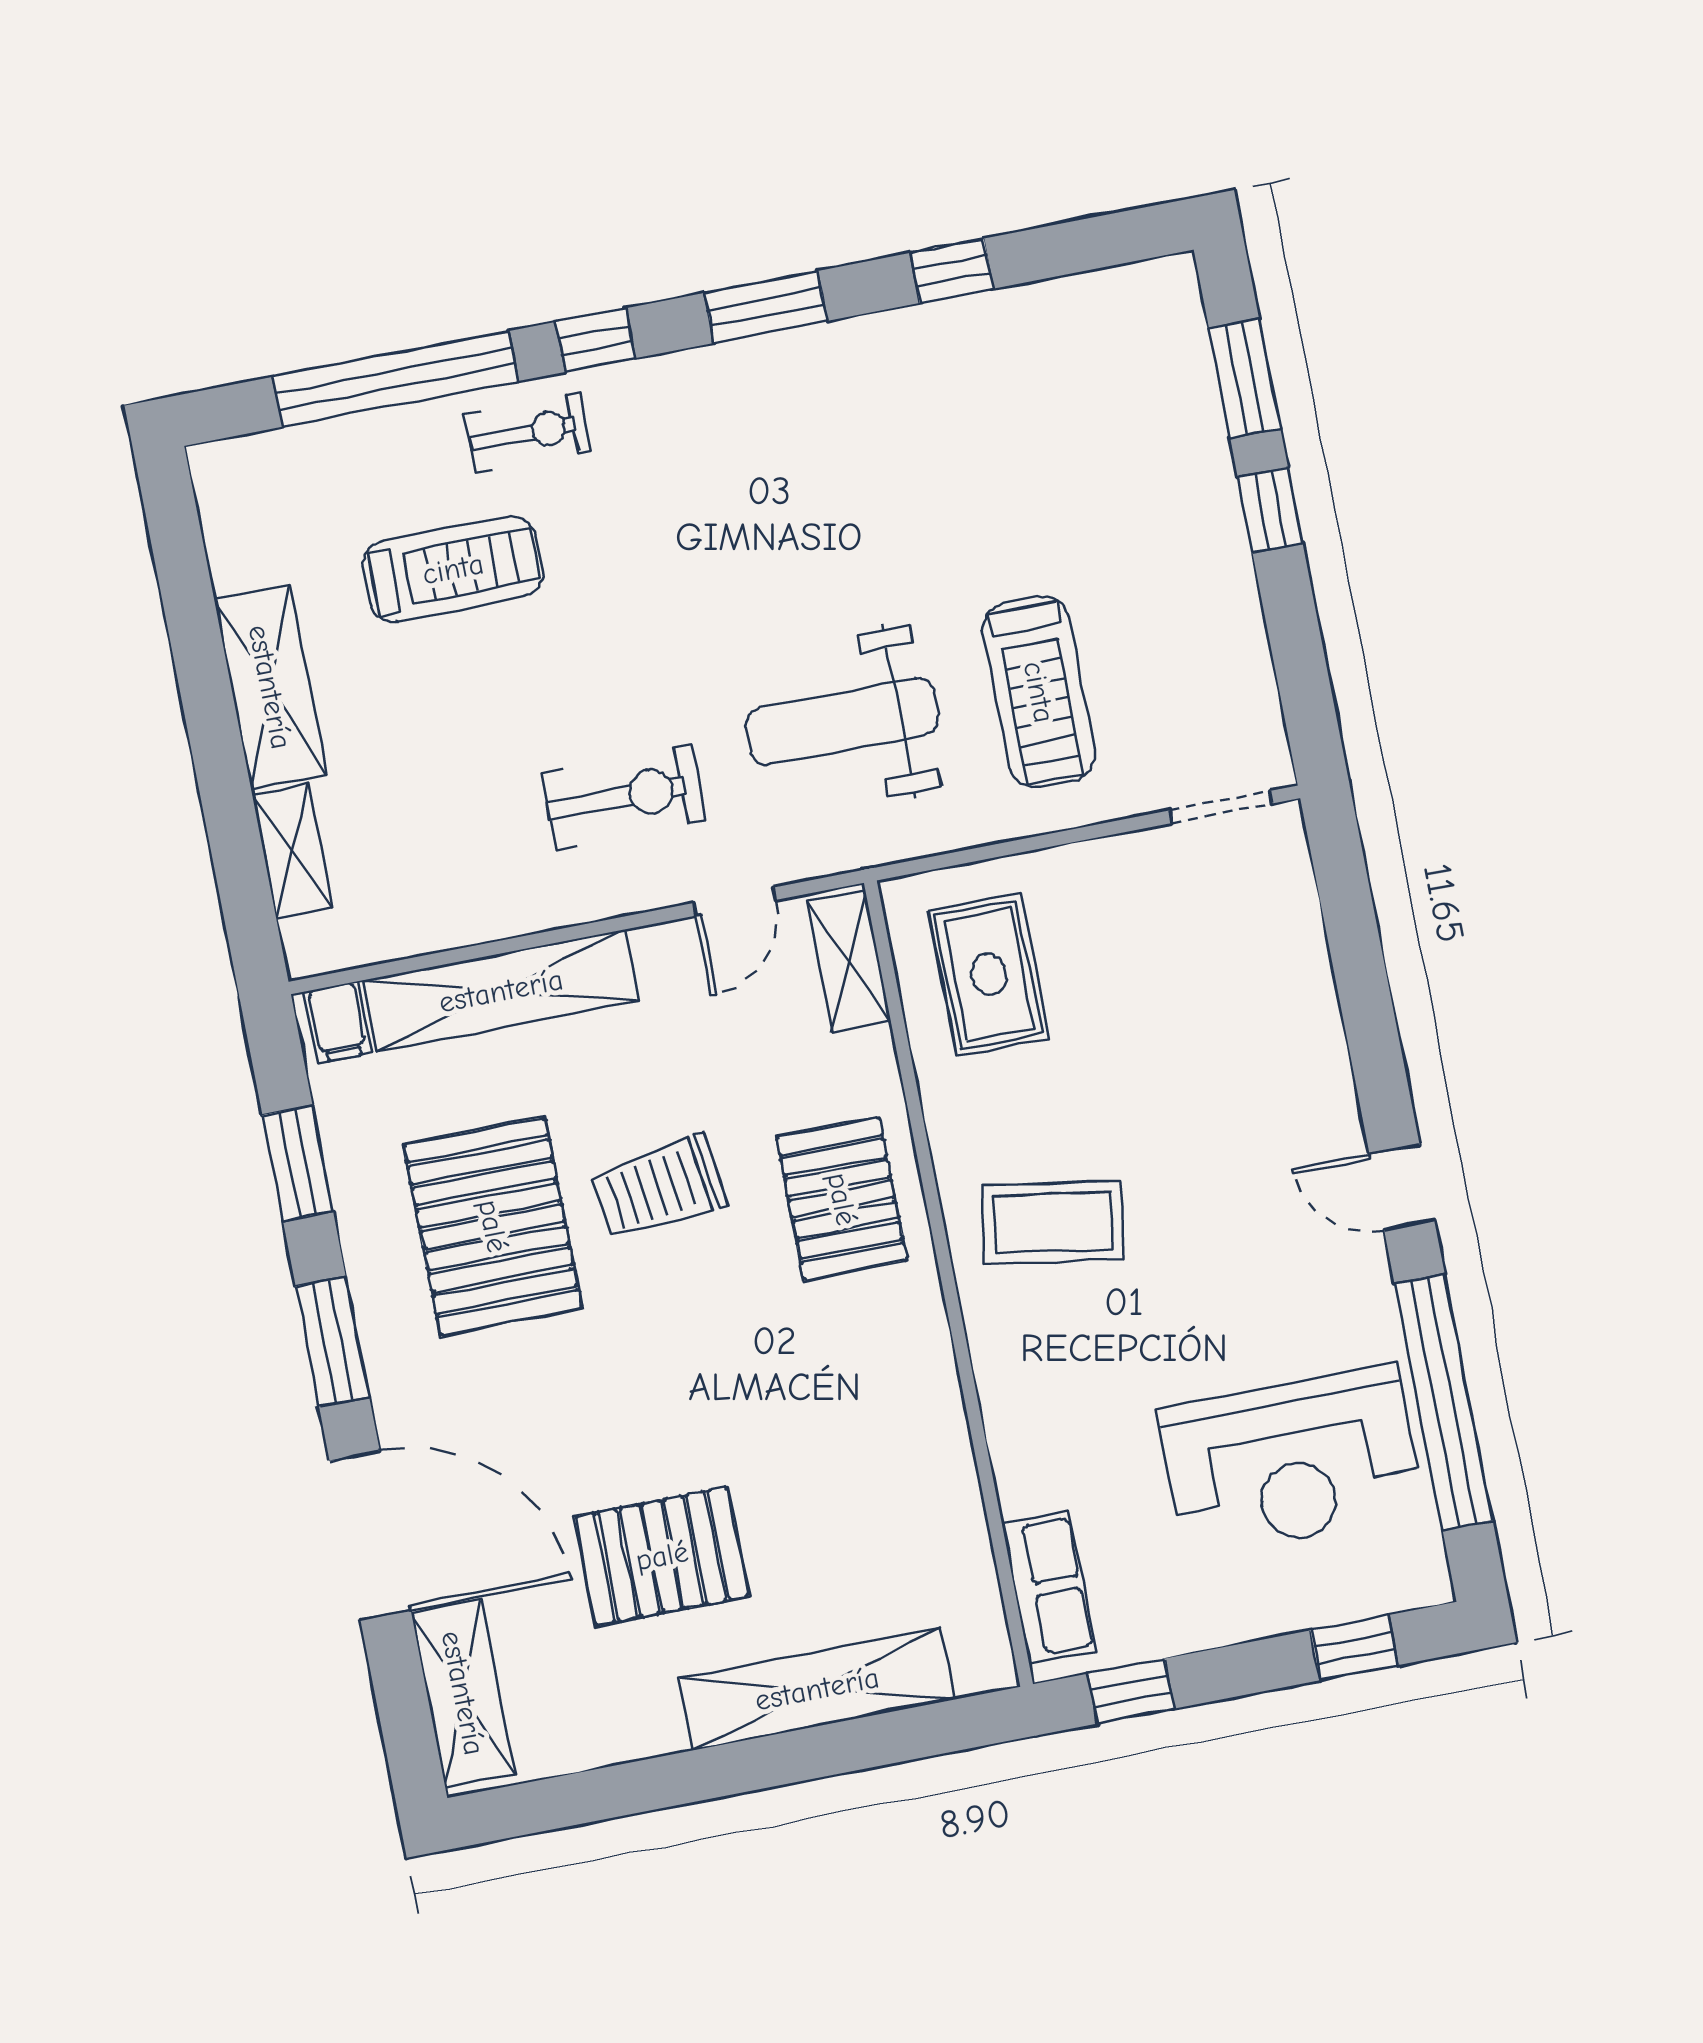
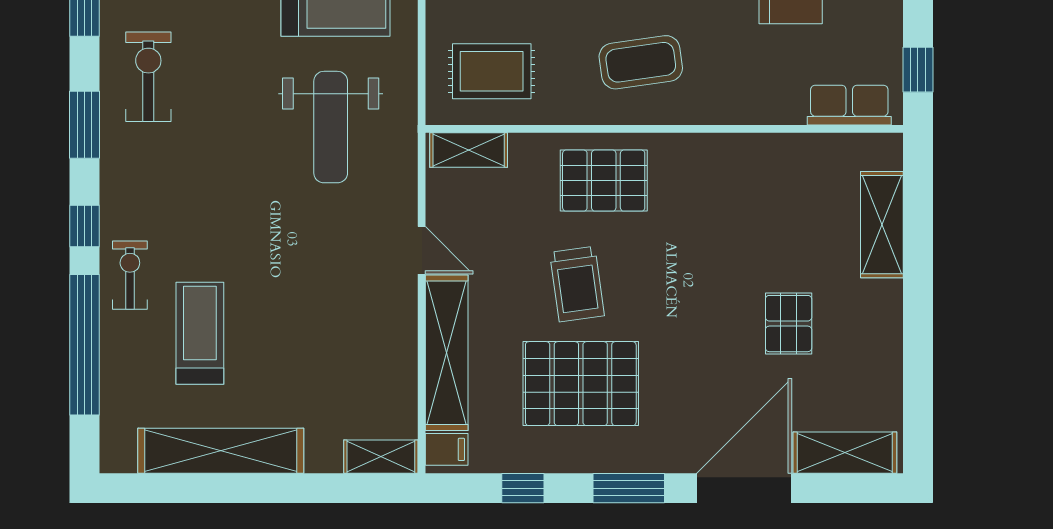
shelving: (270, 687) -> (221, 451), width x1.47
exercise bike: (624, 797) -> (148, 77), moved
shelving: (292, 851) -> (381, 457), moved
door: (734, 902) -> (422, 250), moved
window: (298, 1163) -> (523, 488), width x0.67
coffee table: (1053, 1222) -> (641, 62), turned 73
pallet: (662, 1556) -> (789, 324), width x0.67, depth x0.71
shelving: (817, 1689) -> (882, 225), width x0.68

